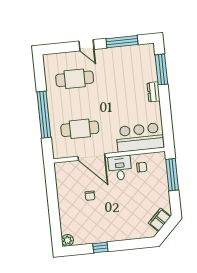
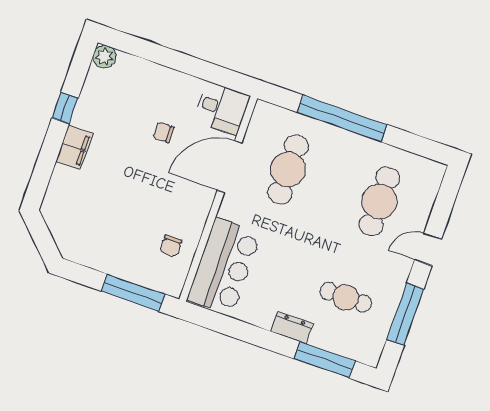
cafe table: (127, 73) -> (346, 297), added
desk: (120, 168) -> (222, 108), moved
filing cabinet: (160, 220) -> (74, 147), moved, turned 45

